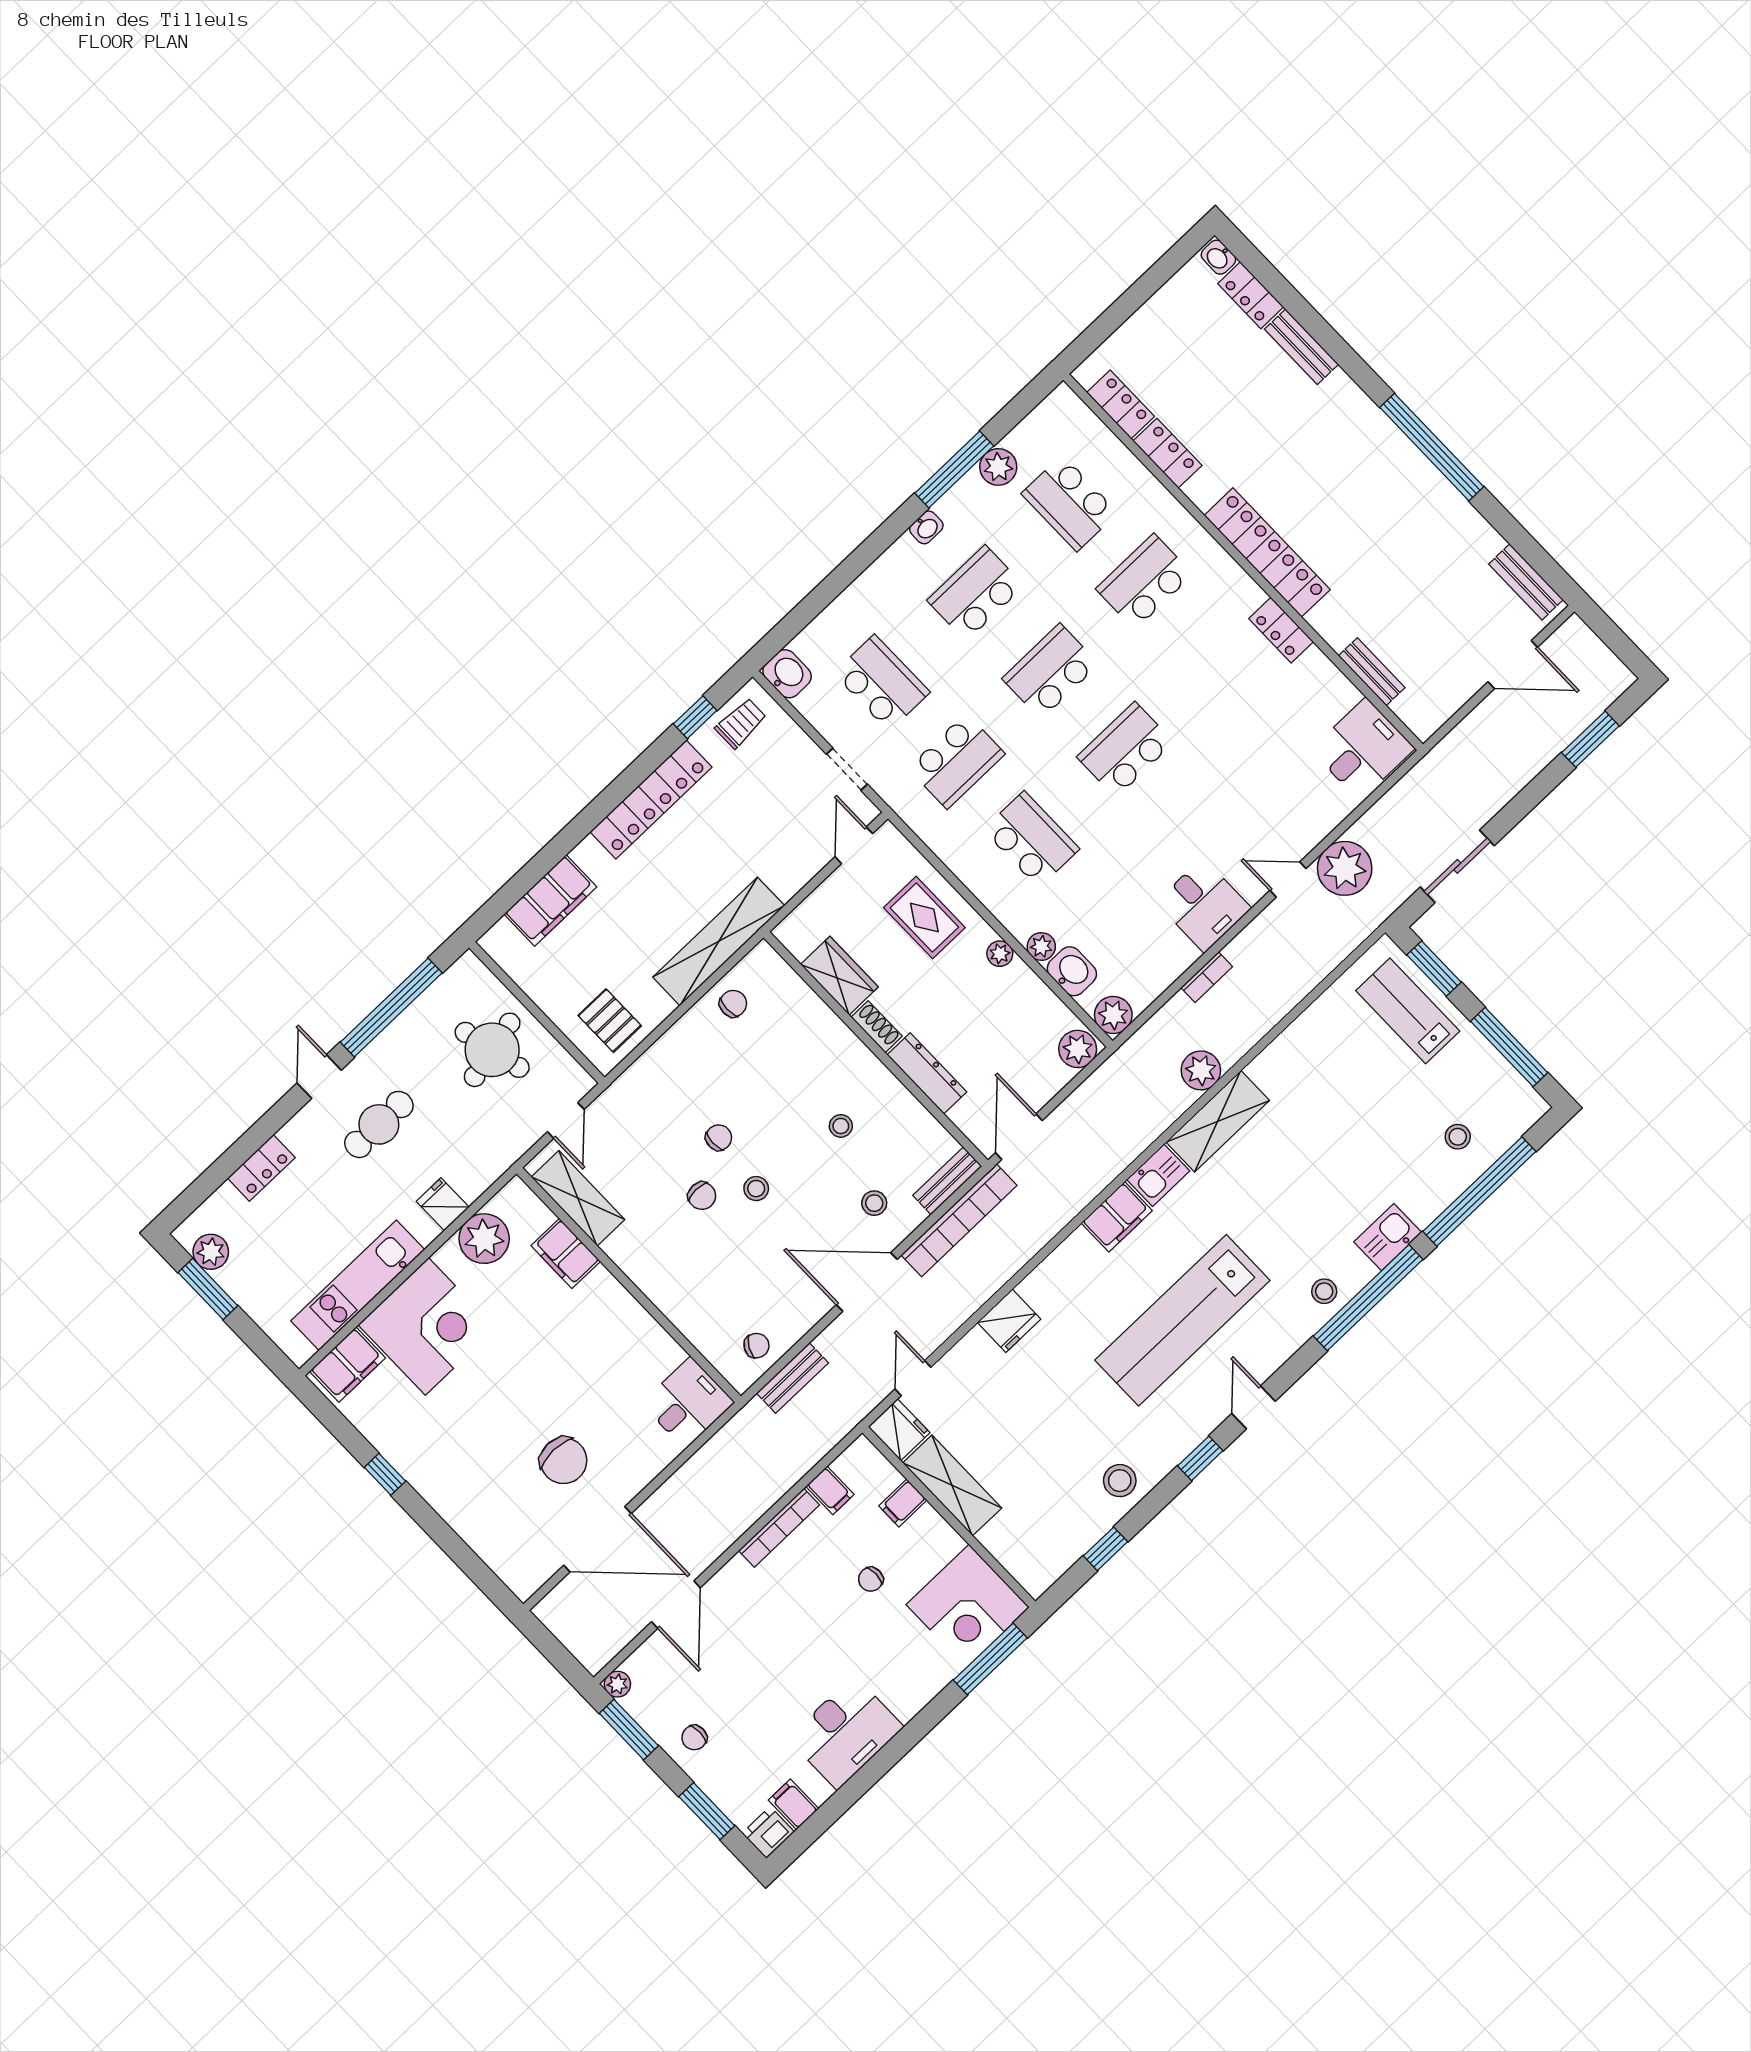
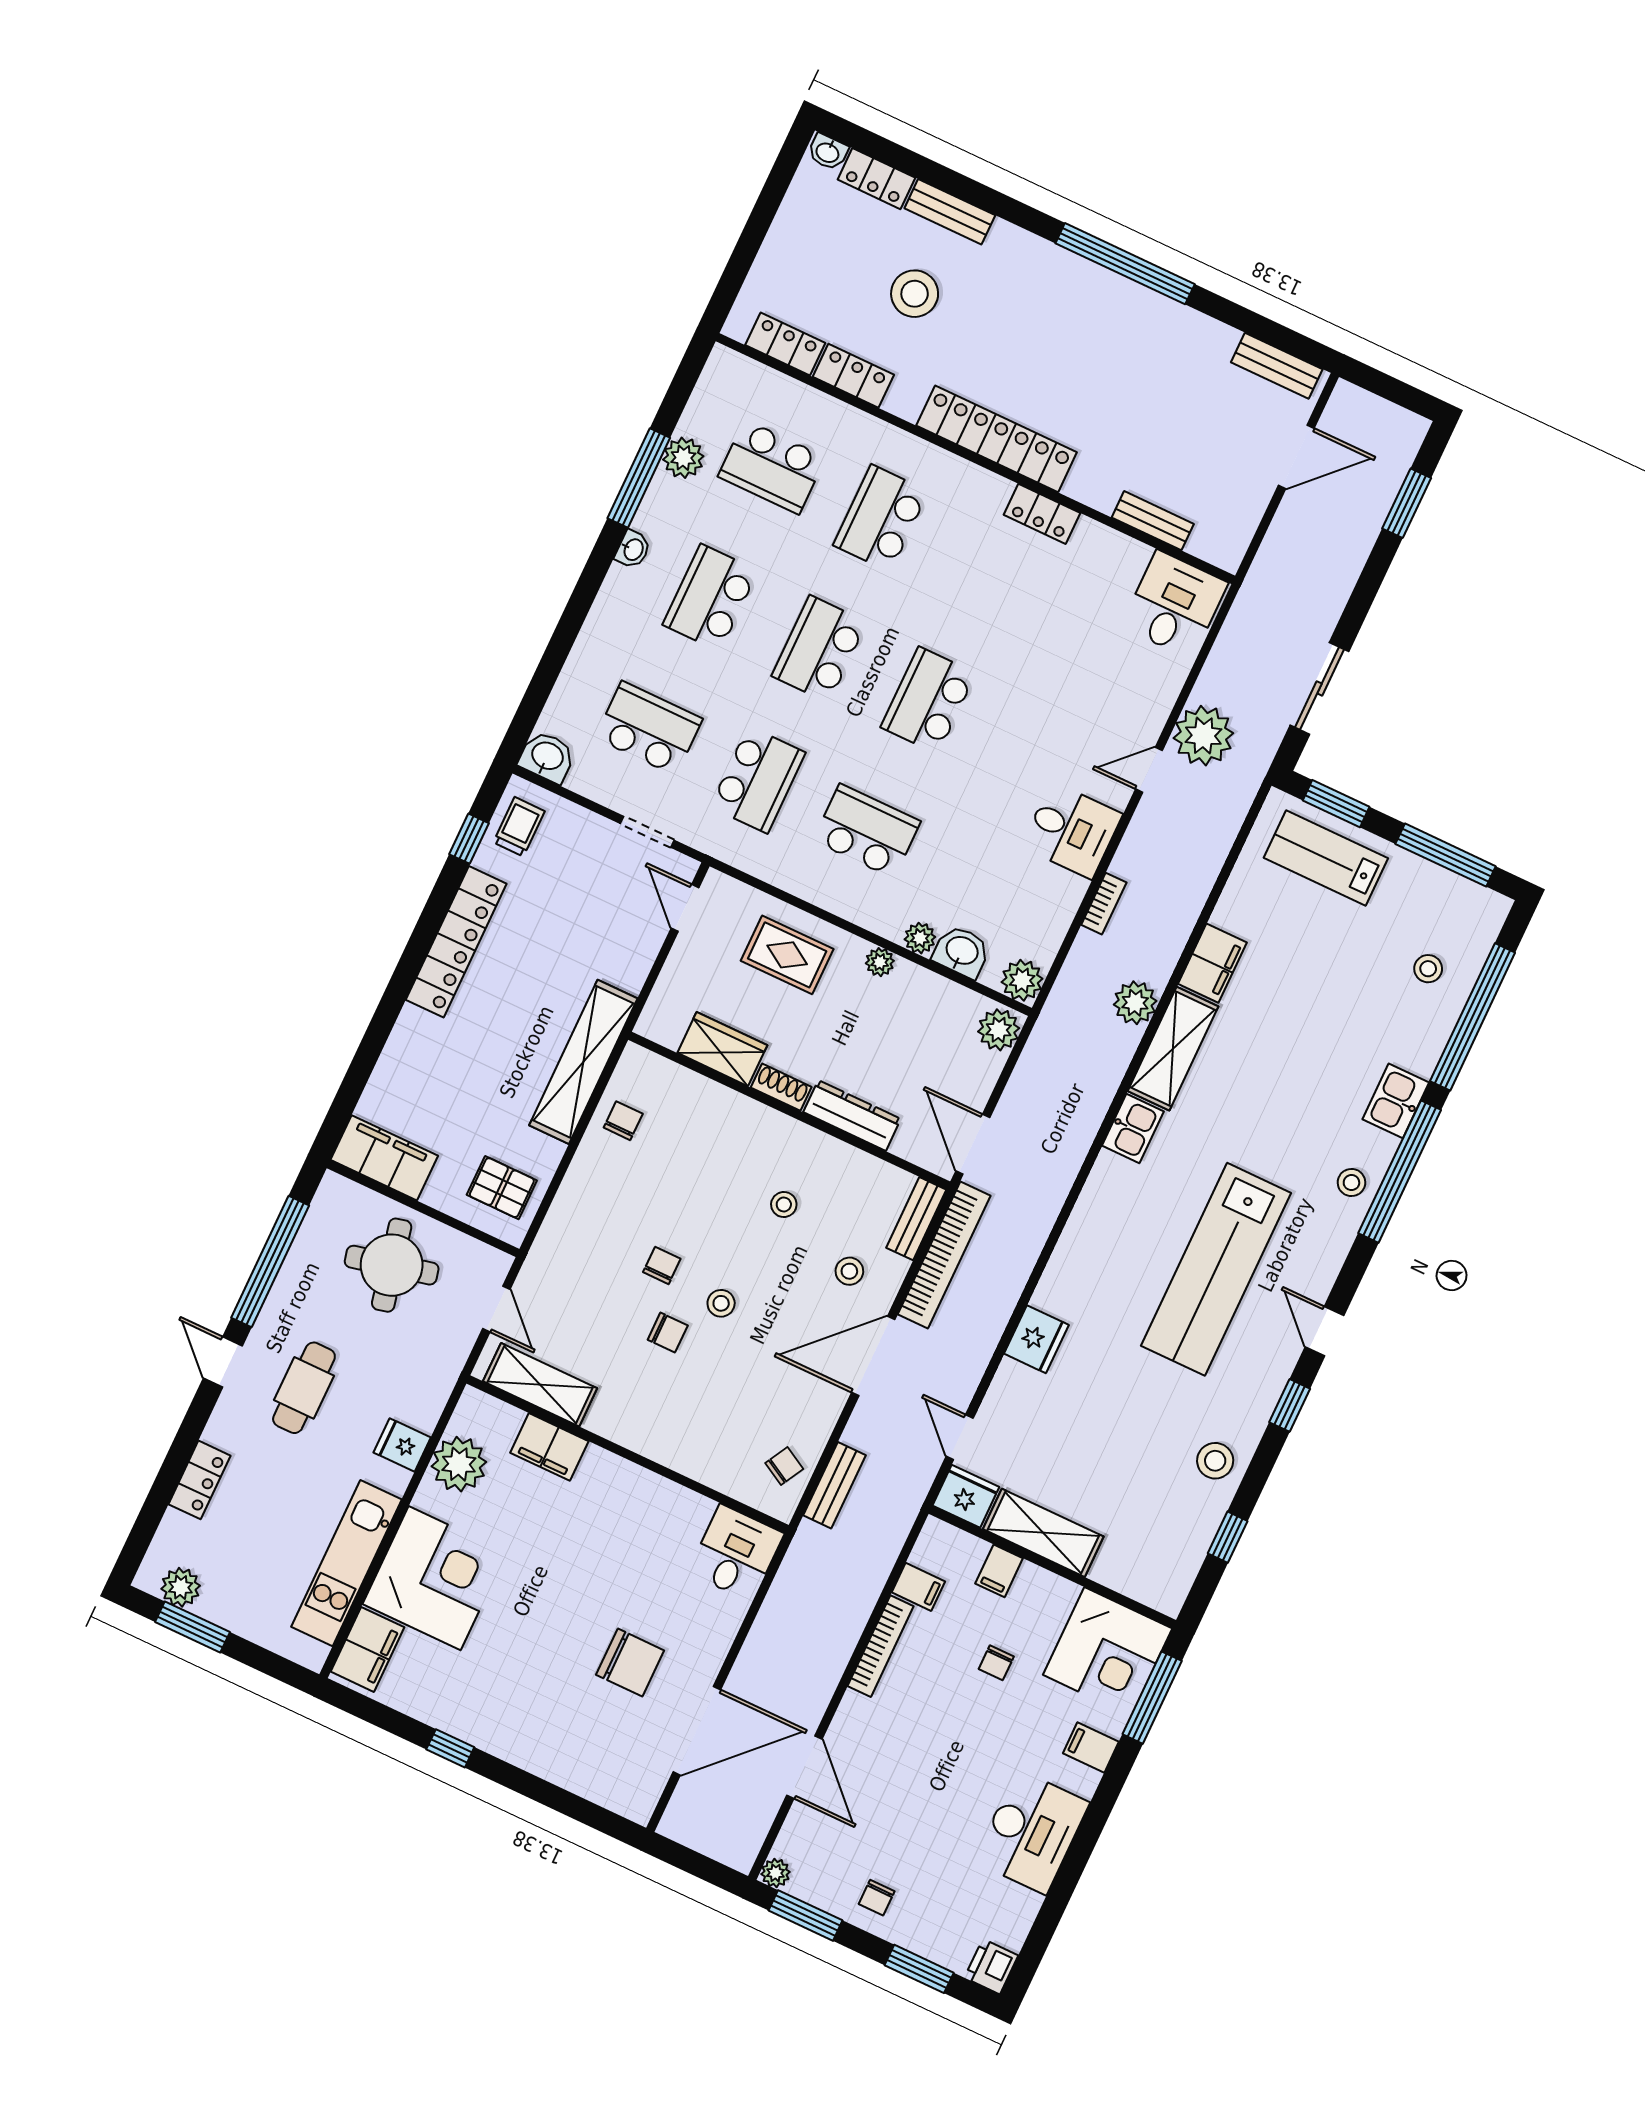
stool: (1245, 404) -> (915, 294), added
filing cabinet: (550, 900) -> (384, 1158), moved, turned -90
filing cabinet: (1117, 1217) -> (1212, 963), moved
filing cabinet: (794, 1804) -> (1091, 1748), moved

